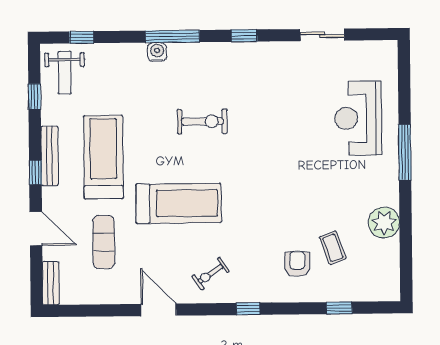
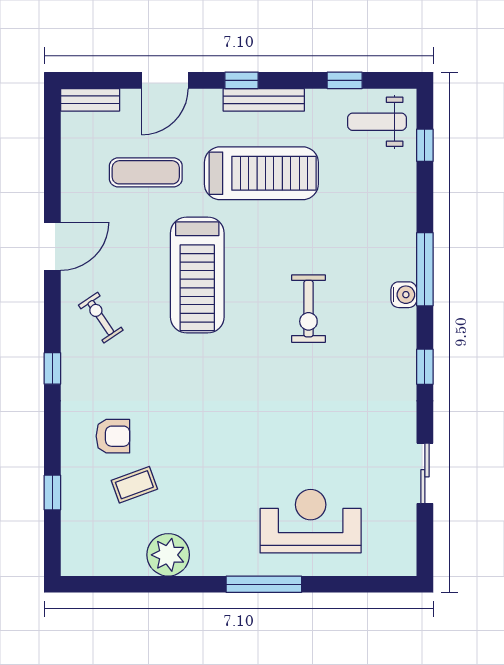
water cooler: (157, 52) -> (404, 295), moved

